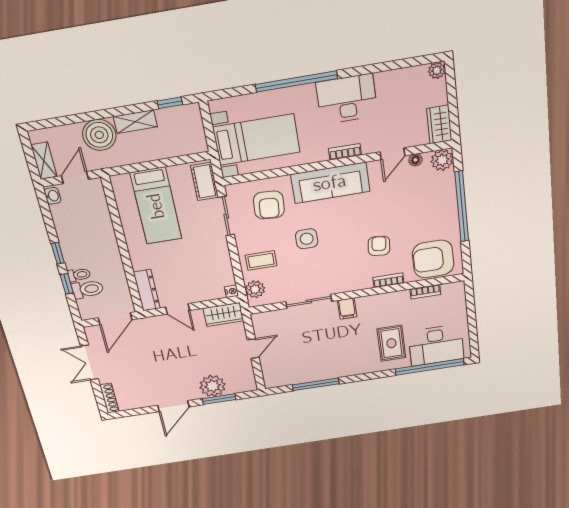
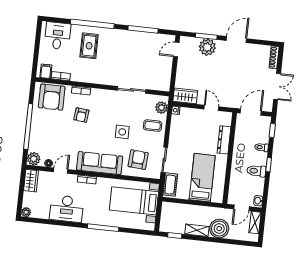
window: (296, 81) -> (103, 228), width x0.68
desk: (347, 99) -> (67, 209), moved
armchair: (433, 259) -> (52, 97), turned 90
window: (67, 284) -> (272, 131), moved
toilet: (88, 289) -> (256, 171), moved
dresser: (147, 290) -> (224, 140), moved
filing cabinet: (347, 309) -> (46, 71), moved
desk: (436, 345) -> (58, 36), width x0.73
door: (253, 349) -> (176, 49), moved
window: (430, 367) -> (92, 24), moved

